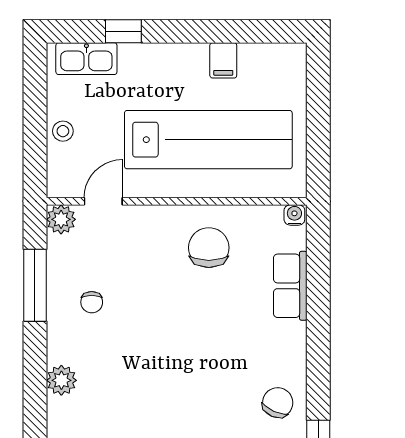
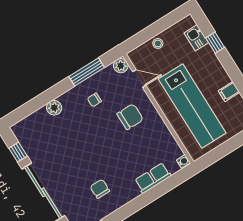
kitchen sink: (86, 59) -> (196, 38), width x0.73
chair: (209, 248) -> (130, 117), moved
chair: (278, 403) -> (100, 189), moved, turned -114

